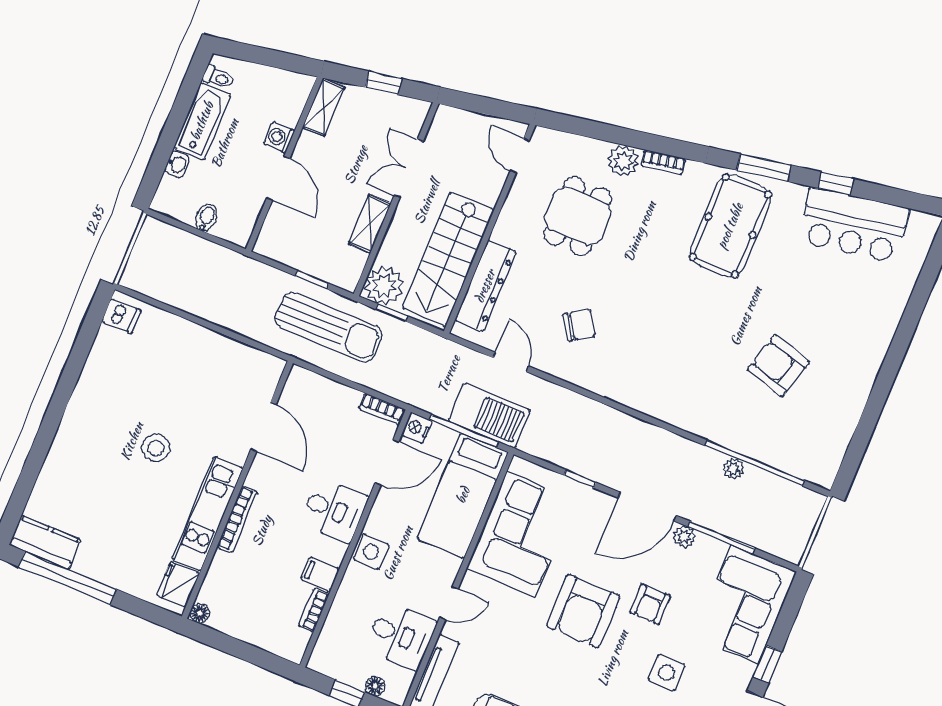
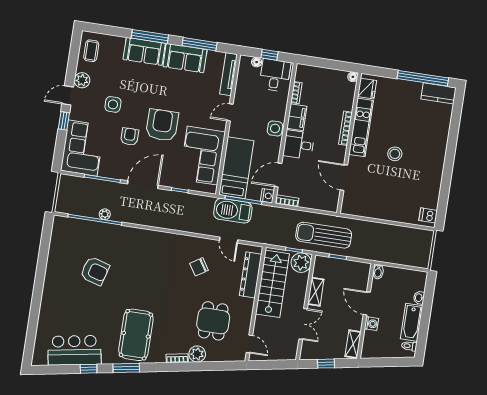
bidet: (206, 218) -> (378, 272), moved
plant: (684, 537) -> (121, 174), removed
filing cabinet: (320, 574) -> (297, 117), width x2.00
desk: (401, 636) -> (275, 75), moved, turned 90

